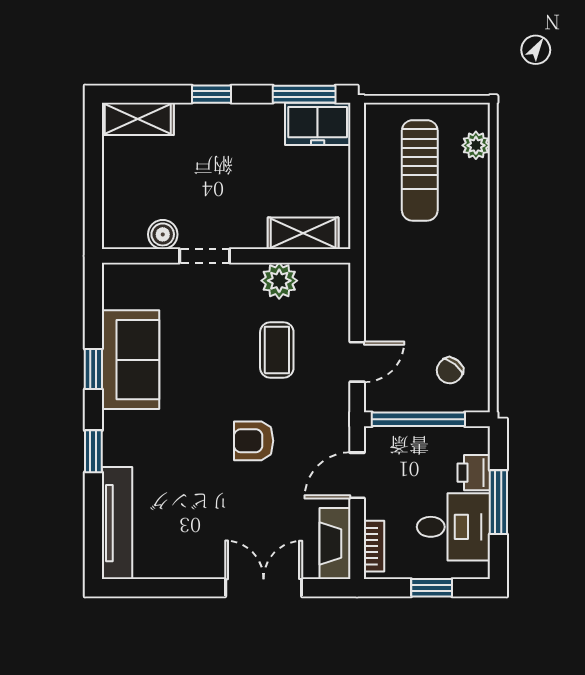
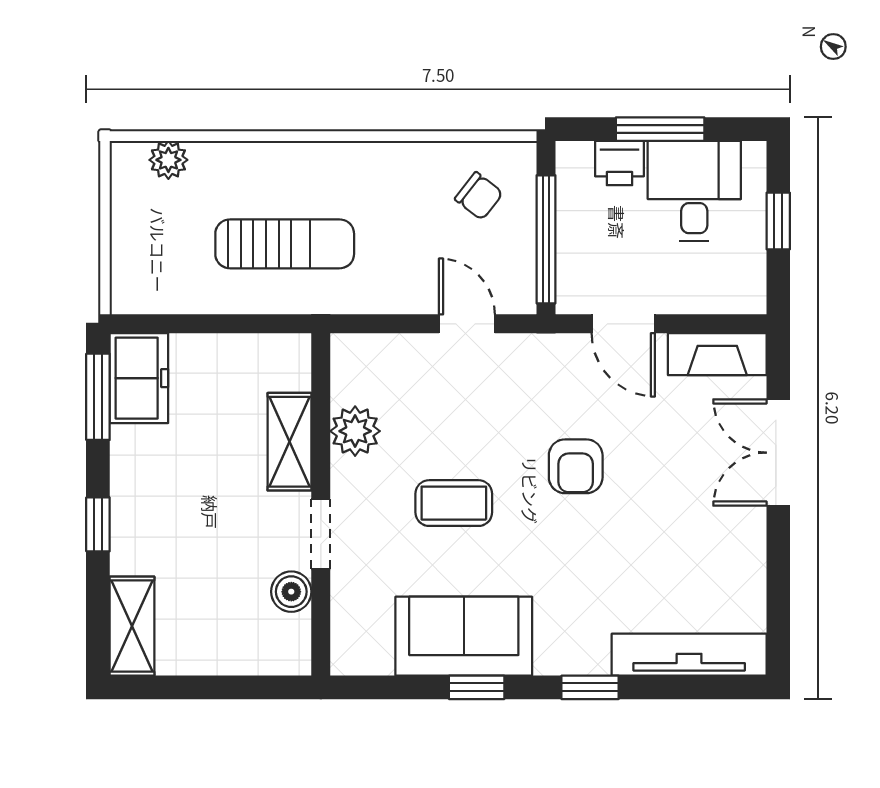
sun lounger: (420, 170) -> (285, 244), moved
shelving: (303, 233) -> (290, 442), moved
coffee table: (277, 350) -> (454, 503), moved
bookcase: (374, 546) -> (721, 300), removed

